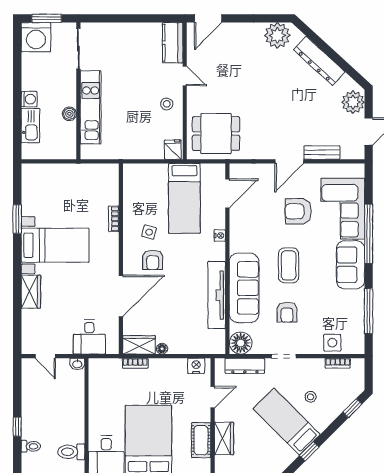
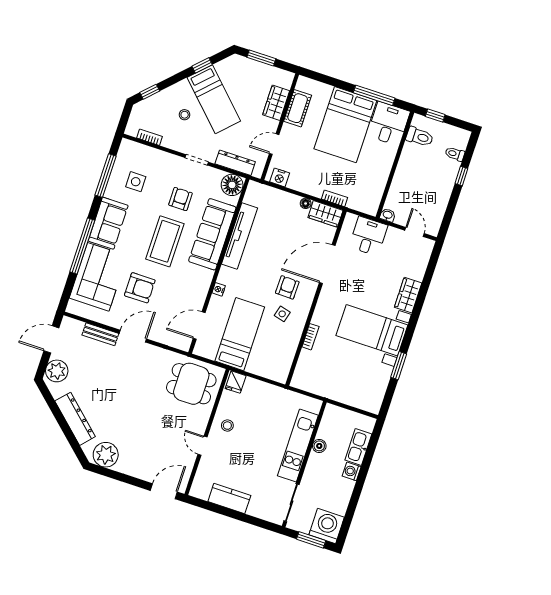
kitchen counter: (173, 43) -> (229, 498), moved, turned -90
coffee table: (289, 265) -> (165, 241), width x1.36, depth x1.32
side table: (332, 343) -> (136, 182), moved

